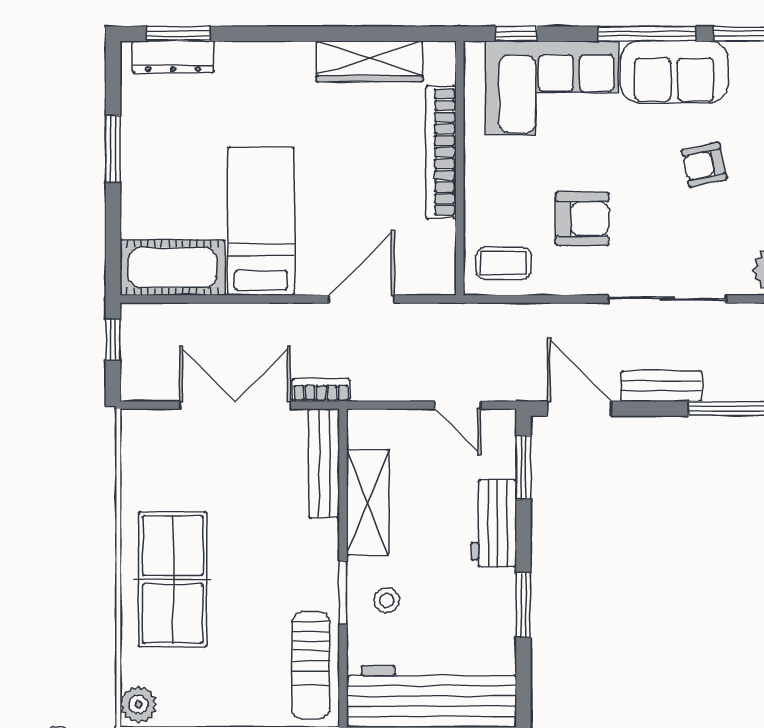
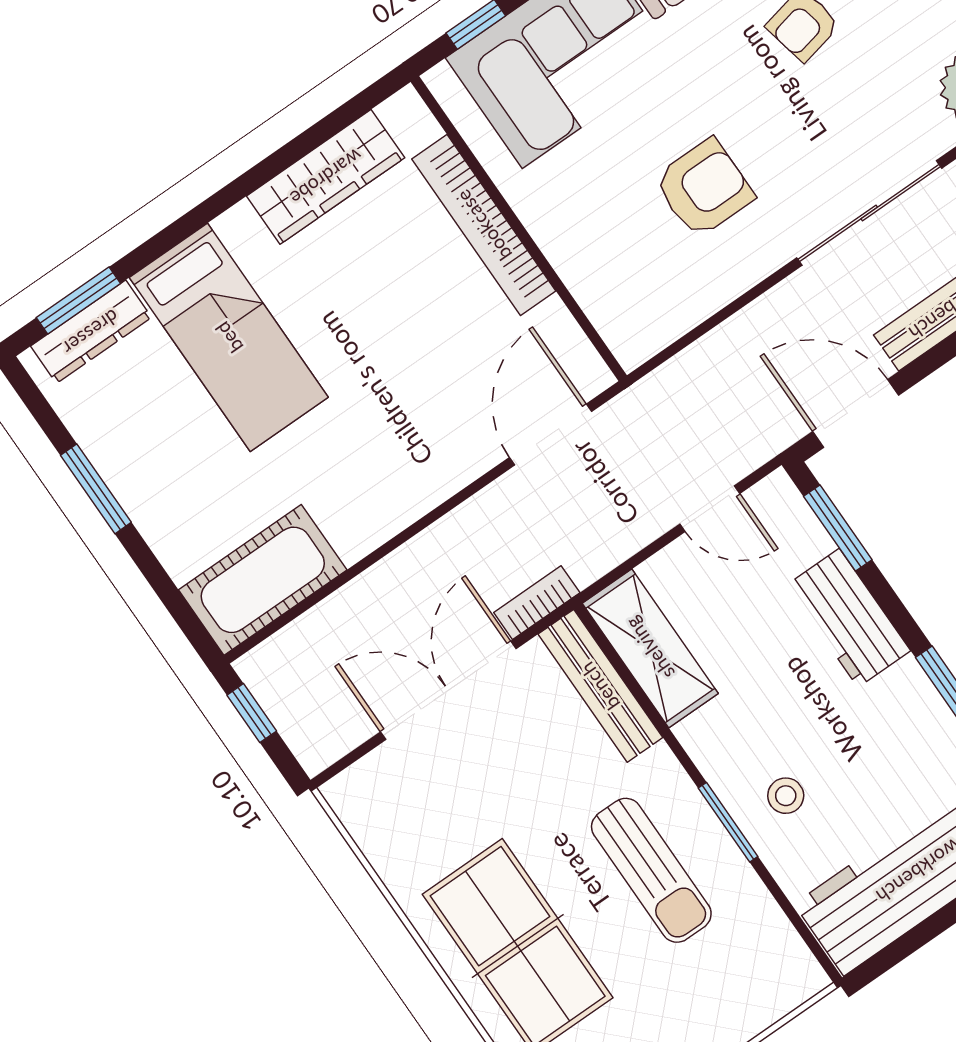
bed: (261, 221) -> (229, 337), moved, turned 180
coffee table: (503, 263) -> (648, 305), removed
door: (361, 299) -> (550, 435), moved
shelving: (368, 503) -> (650, 648), moved
sun lounger: (311, 665) -> (651, 870), moved

